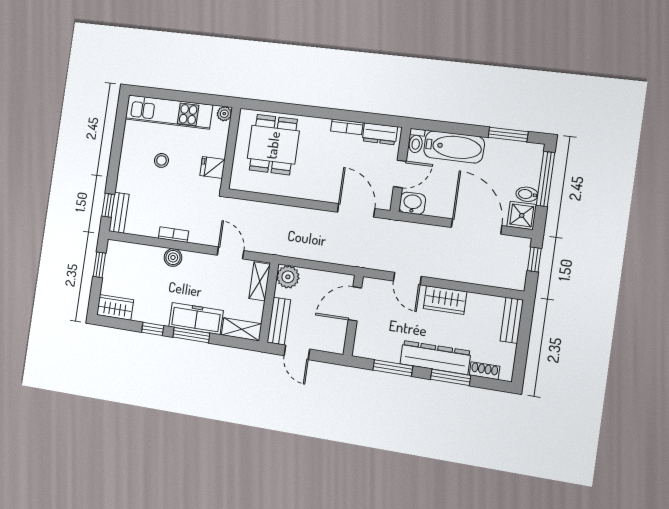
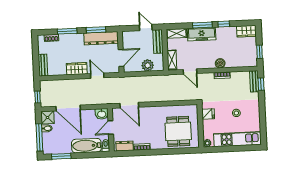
plant: (288, 277) -> (148, 65), moved
dresser: (435, 358) -> (101, 38), moved

